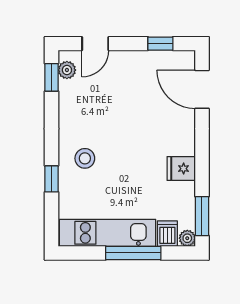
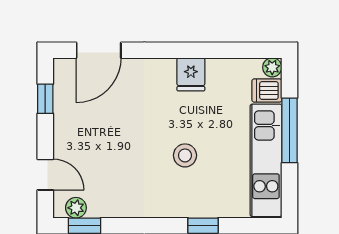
stool: (85, 158) -> (185, 155), moved
window: (202, 216) -> (246, 50), removed

